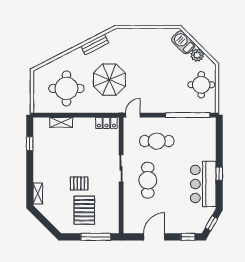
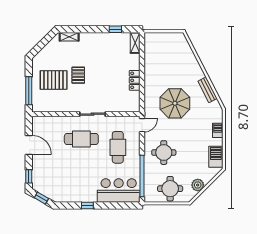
barbecue: (138, 34) -> (218, 130), added
barbecue: (183, 42) -> (216, 157), moved, turned -45
round table: (66, 88) -> (164, 153), moved, width x0.73, depth x0.73
door: (133, 115) -> (142, 125), hinge flipped
shelving: (61, 122) -> (135, 43), moved
locker: (106, 123) -> (135, 80), moved
bar counter: (203, 184) -> (119, 190), moved

